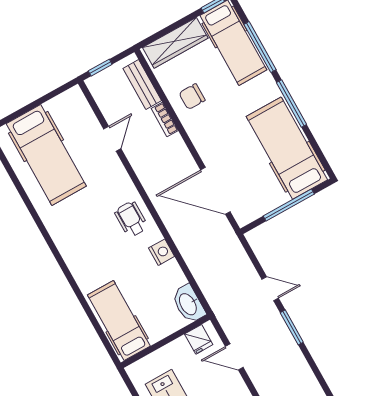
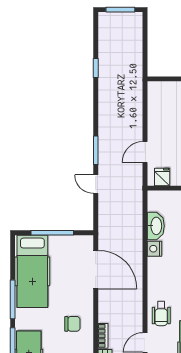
chair: (192, 97) -> (72, 324), moved
wheelchair: (131, 219) -> (161, 314), moved
washbasin: (188, 304) -> (156, 226), moved
door: (234, 357) -> (145, 152), swing flipped

